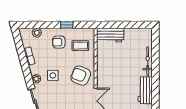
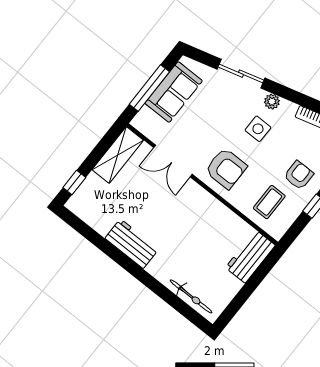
bicycle: (148, 61) -> (191, 296), moved
armchair: (81, 76) -> (226, 168), turned 68

